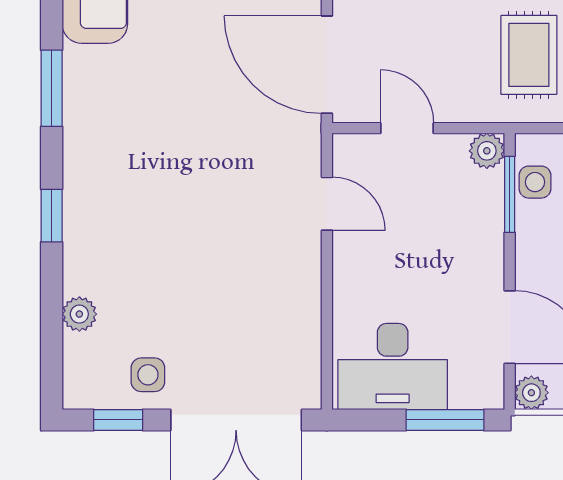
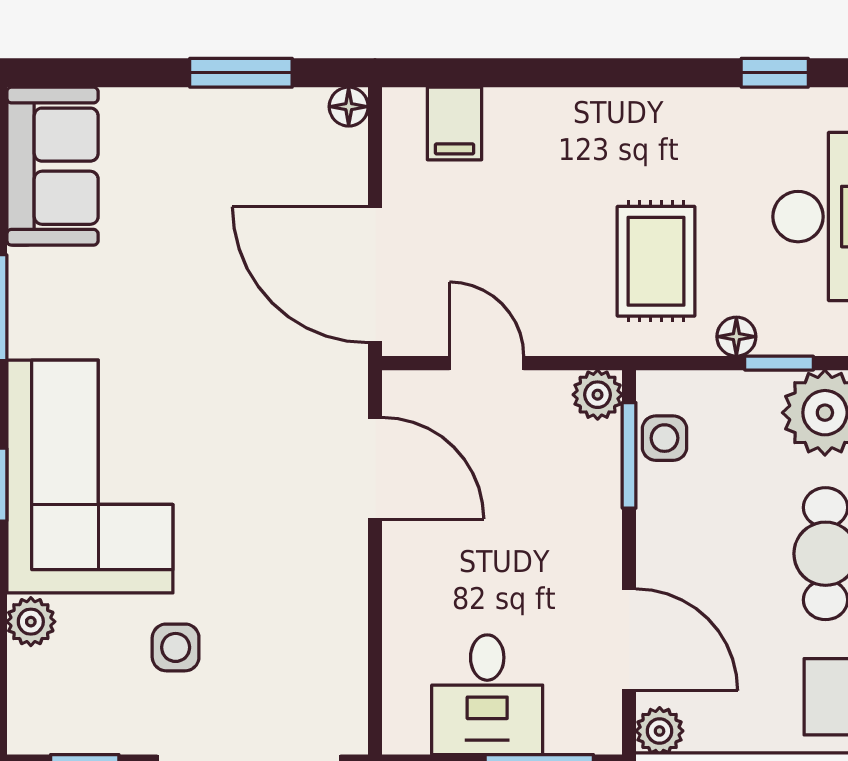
door: (327, 204) -> (375, 468), width x1.38
corner sofa: (122, 210) -> (90, 476), added
desk: (393, 367) -> (487, 695), width x0.73
side table: (148, 375) -> (176, 647), moved

